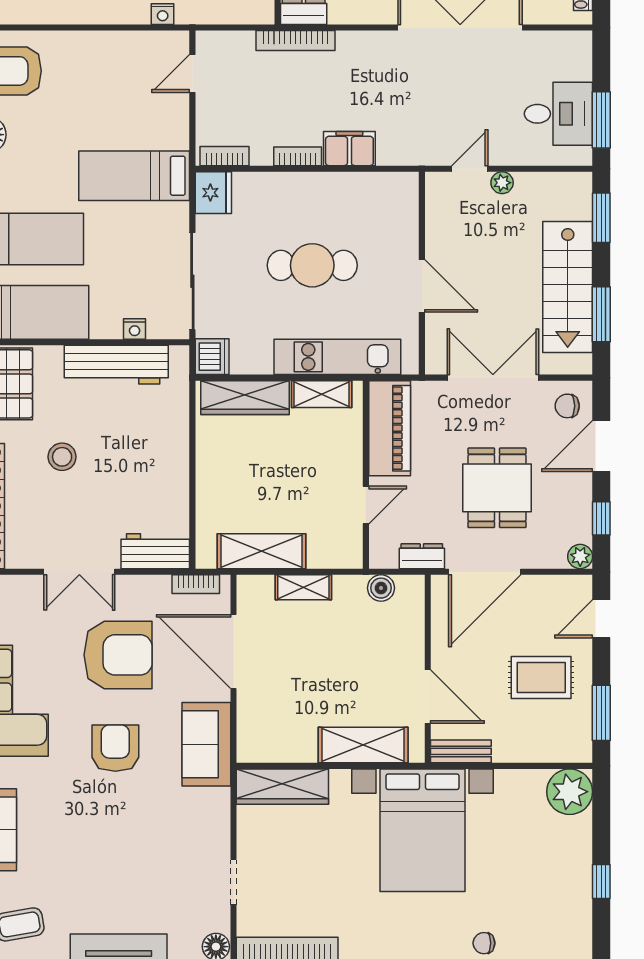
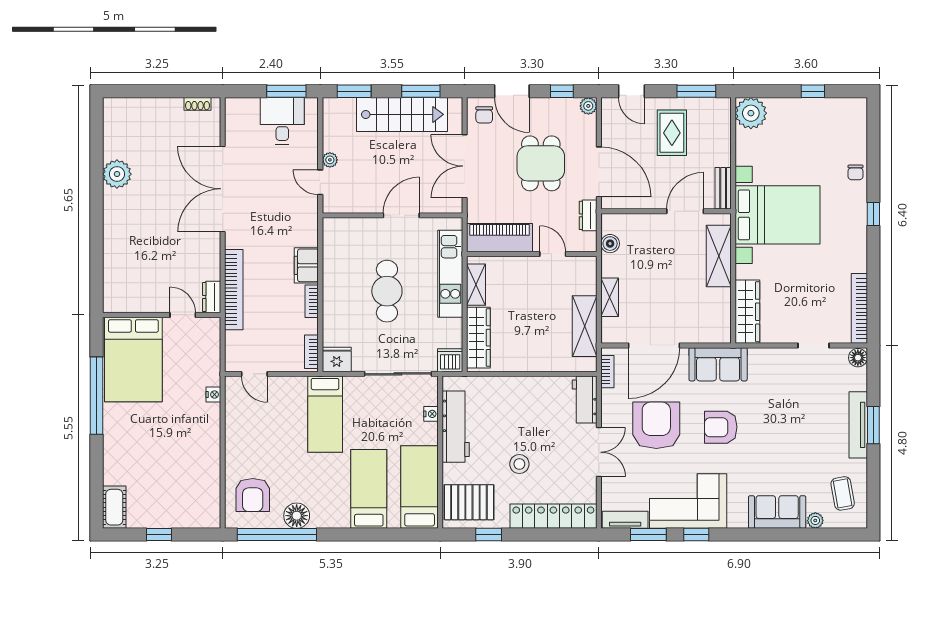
bookcase: (295, 41) -> (234, 290), width x1.48, depth x1.31
dining table: (497, 488) -> (541, 163), turned 90

